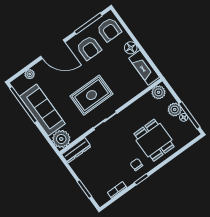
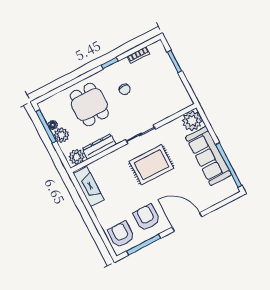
floor lamp: (131, 48) -> (100, 211), removed
plant: (30, 74) -> (217, 198), removed
dresser: (76, 150) -> (99, 147), moved
chair: (136, 165) -> (125, 89), moved

